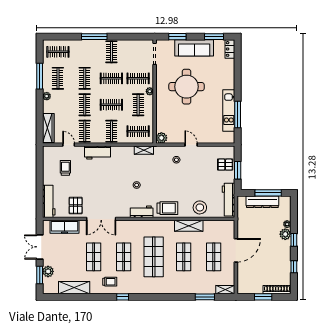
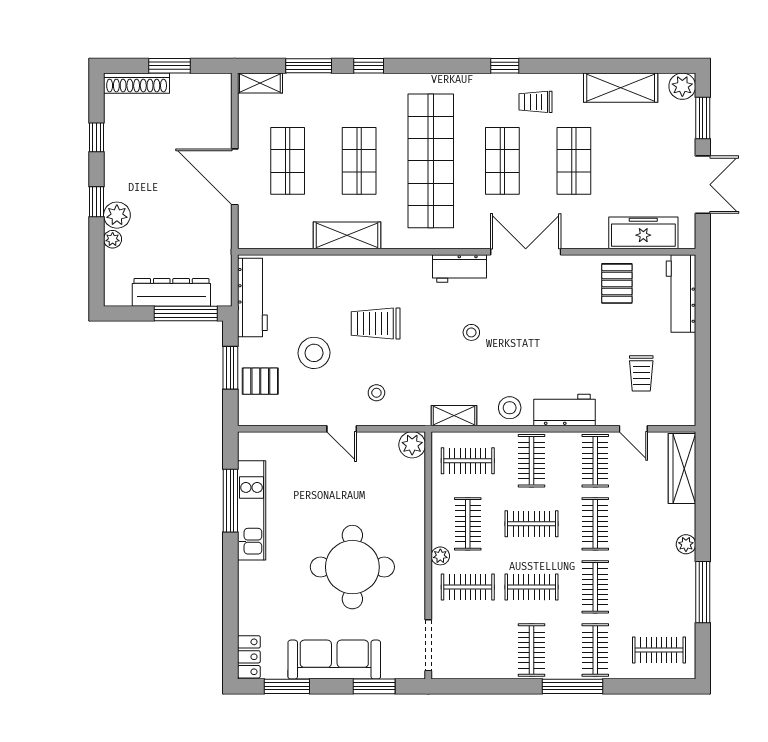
clothes rail: (58, 78) -> (595, 650), moved
stool: (121, 153) -> (510, 408), added
window: (268, 193) -> (186, 313), moved
stool: (200, 207) -> (314, 353), moved
trolley: (167, 208) -> (376, 323), moved
double door: (101, 219) -> (526, 252), moved
door: (236, 250) -> (235, 177), hinge flipped
shop shelf: (154, 257) -> (431, 161), width x1.40
plant: (48, 271) -> (682, 86), moved
window: (180, 297) -> (369, 66), added

